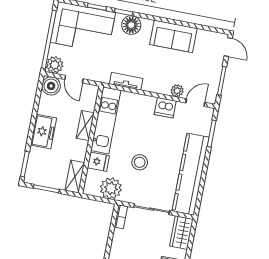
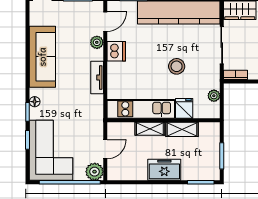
floor lamp: (131, 25) -> (35, 102), width x0.53, depth x0.53
sofa: (173, 36) -> (42, 57), width x1.36
tv unit: (126, 81) -> (97, 77), moved
boiler: (51, 86) -> (117, 171), removed
door: (195, 103) -> (105, 22), swing flipped
shelving: (75, 177) -> (182, 129), moved
plant: (111, 188) -> (214, 96), width x0.53, depth x0.53

